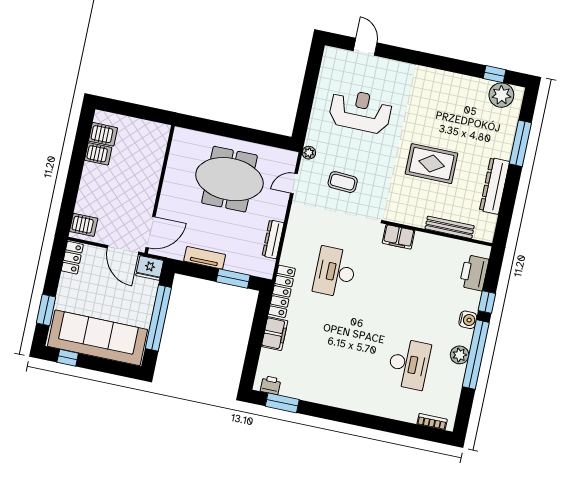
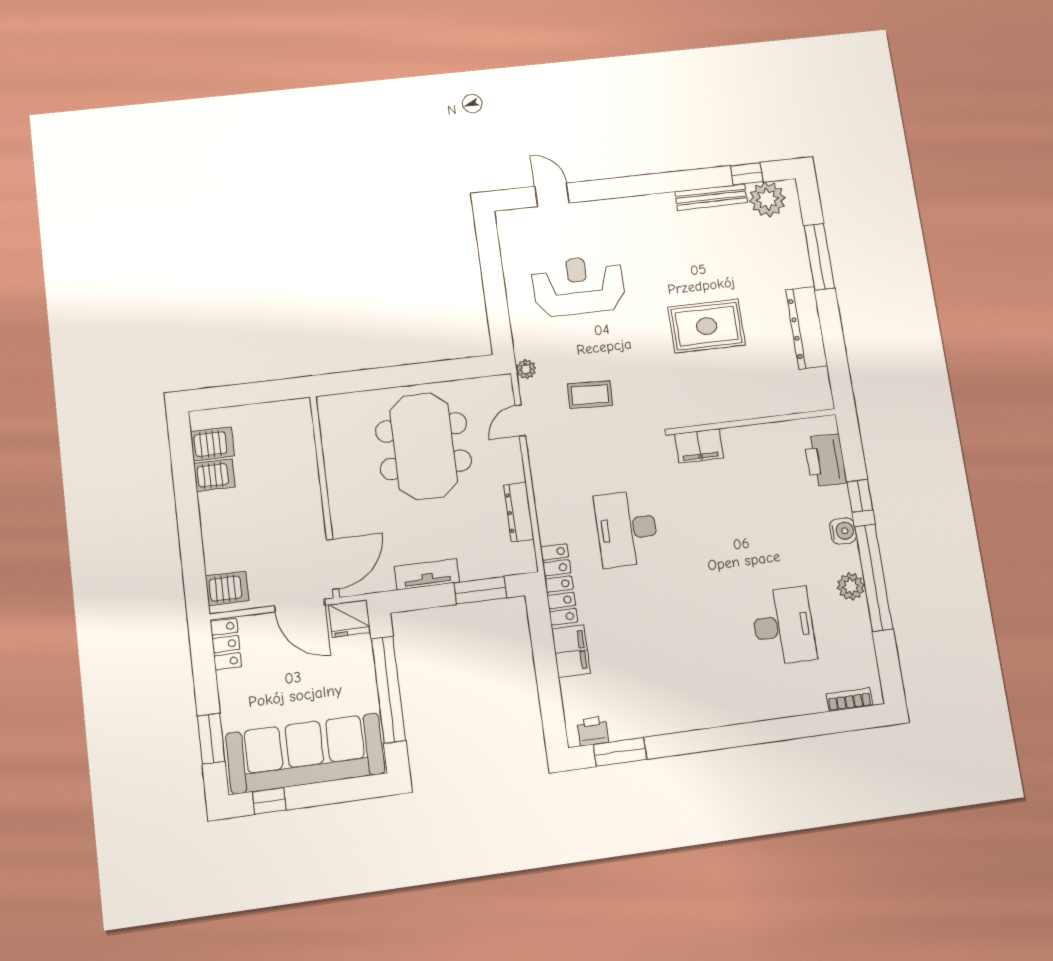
meeting table: (229, 179) -> (424, 446), turned 90
bench: (450, 227) -> (711, 197), moved

